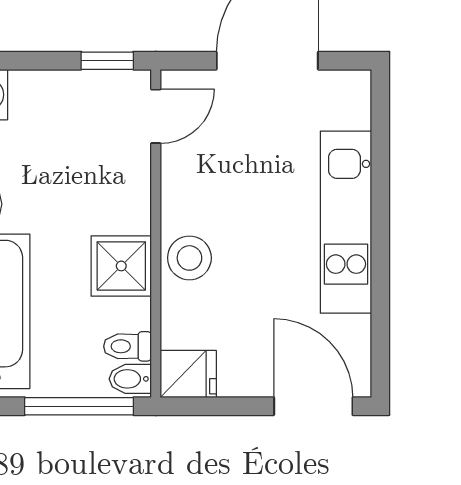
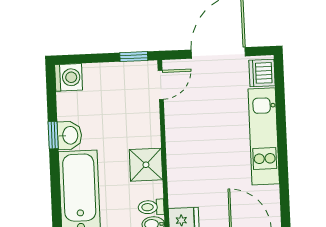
dishwasher: (348, 102) -> (262, 73), added
stool: (189, 258) -> (182, 159), removed

